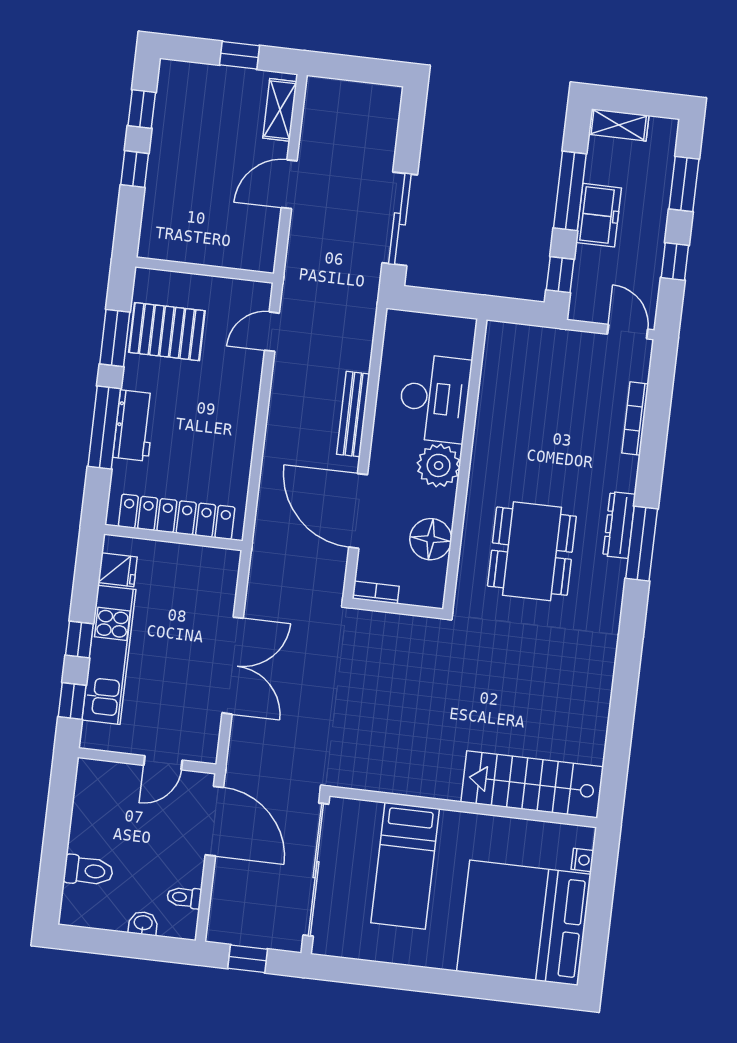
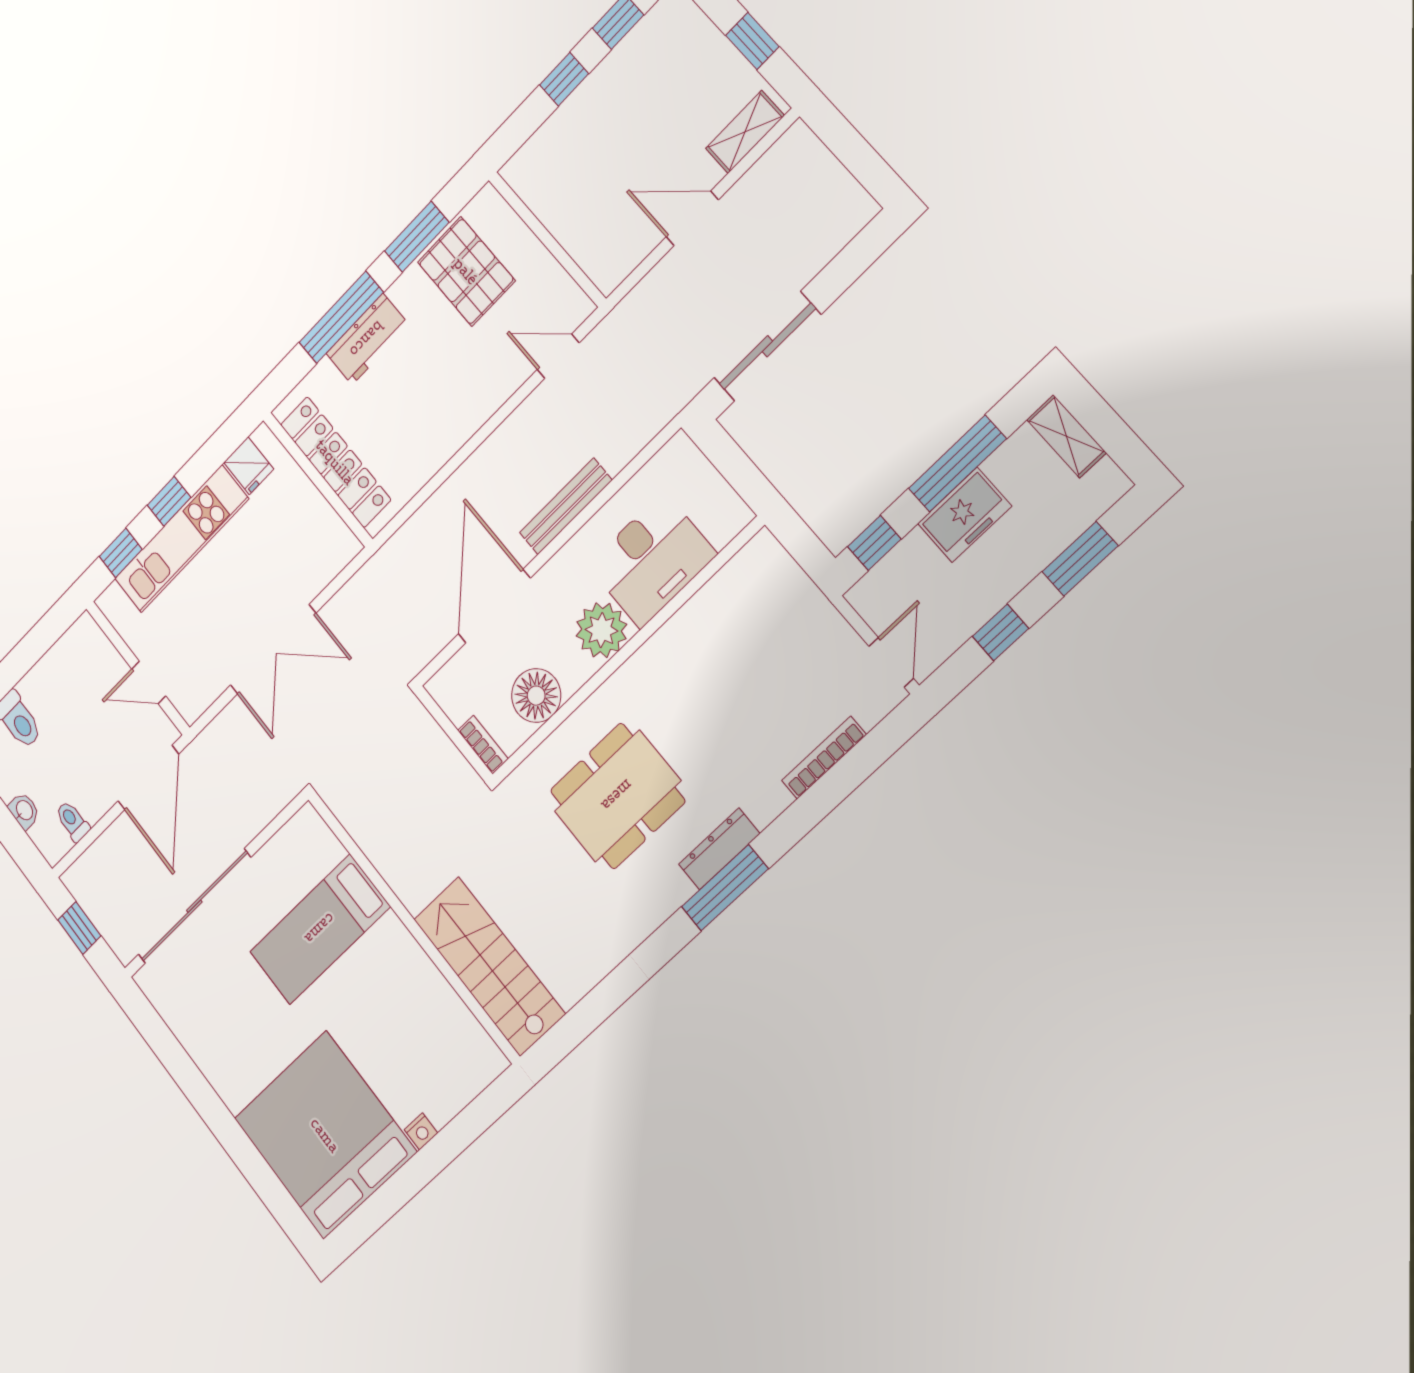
bookcase: (376, 592) -> (483, 745), moved
stairs: (532, 784) -> (489, 966), moved
wall: (463, 807) -> (412, 926), moved
bed: (405, 866) -> (320, 929), moved

